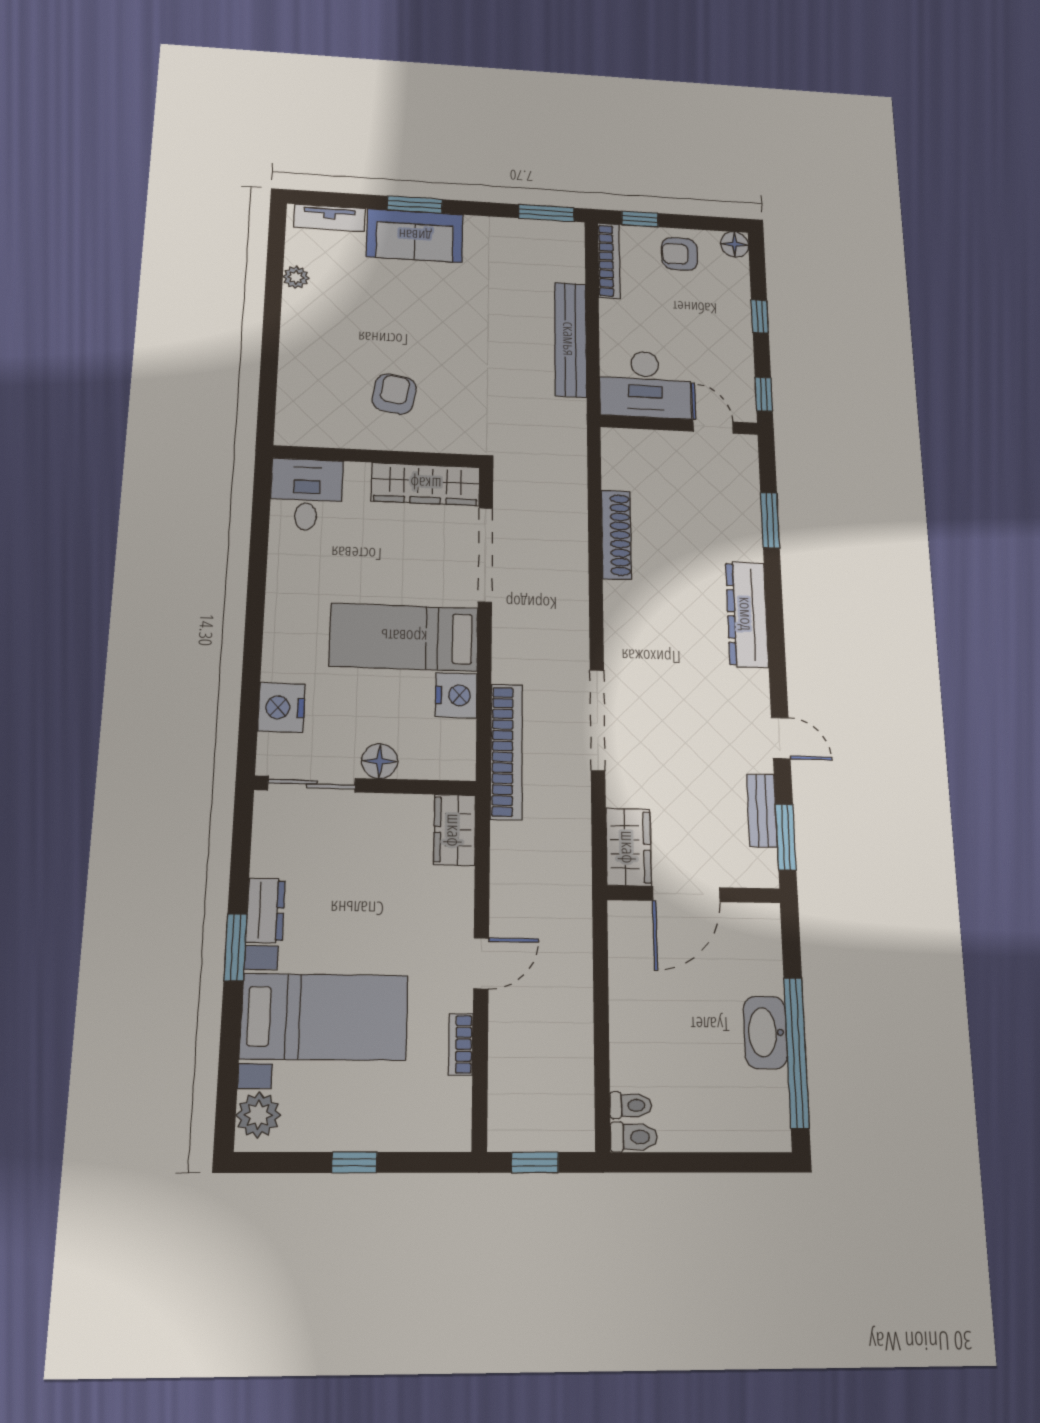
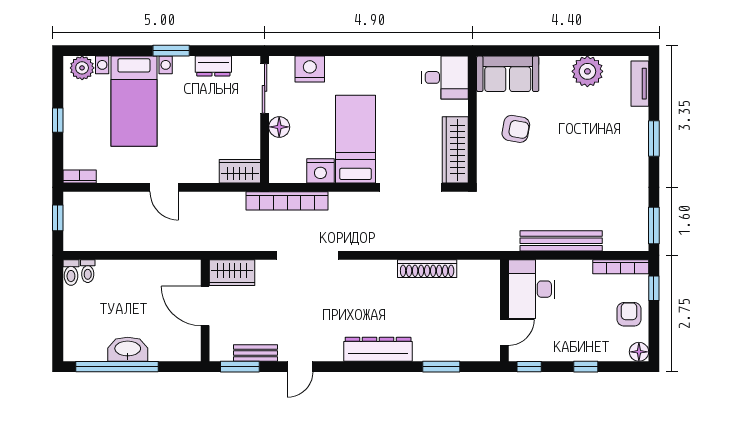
sofa: (415, 236) -> (508, 74), moved, turned -90
plant: (296, 277) -> (587, 71), width x1.88, depth x1.88
dresser: (265, 910) -> (213, 66), moved
bookcase: (461, 1044) -> (80, 177), moved

